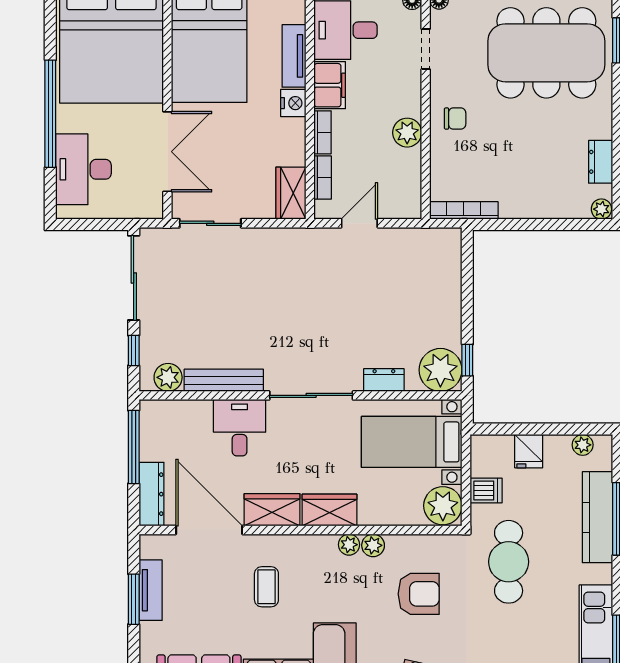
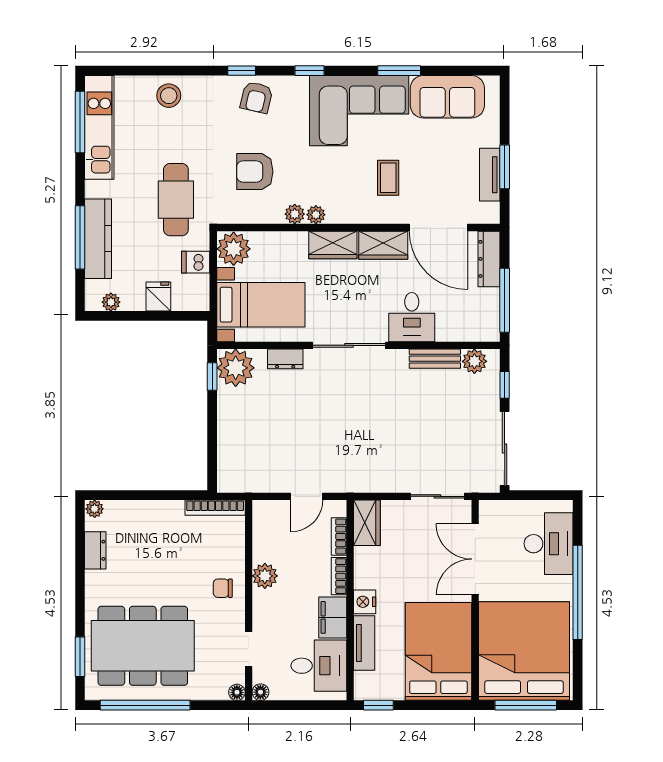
bench: (224, 380) -> (435, 359), width x0.73

